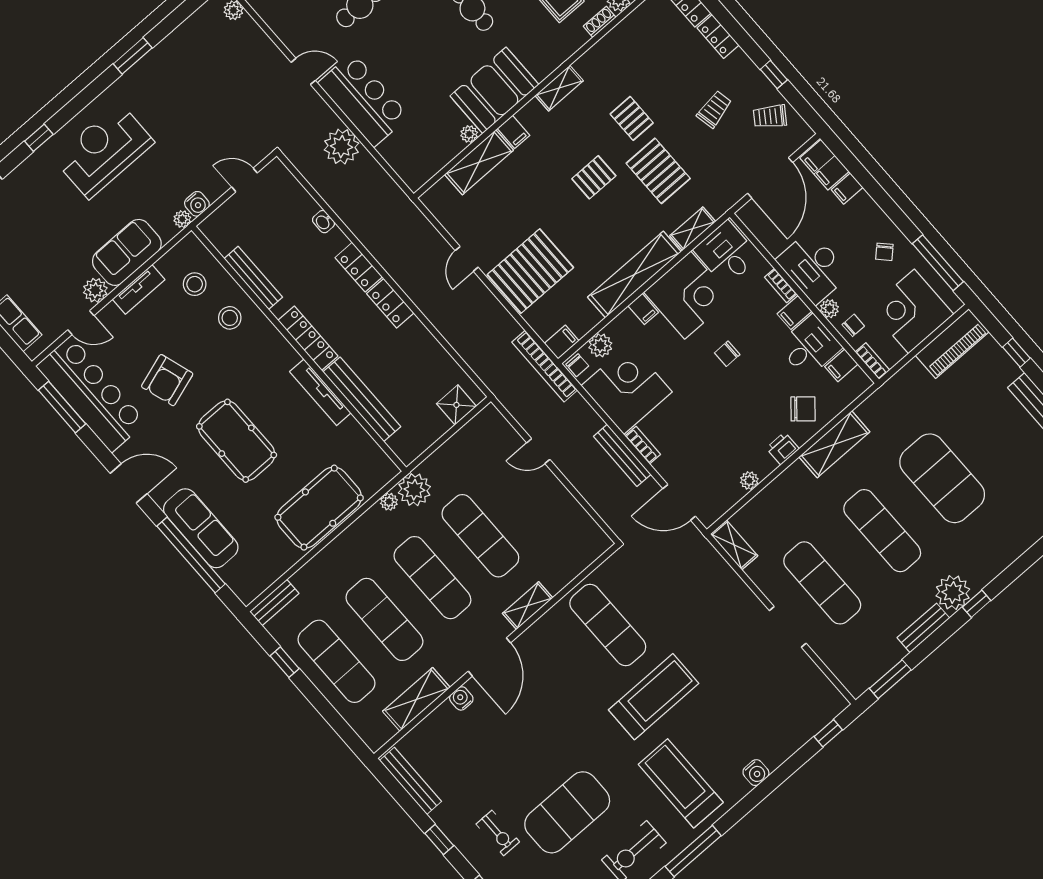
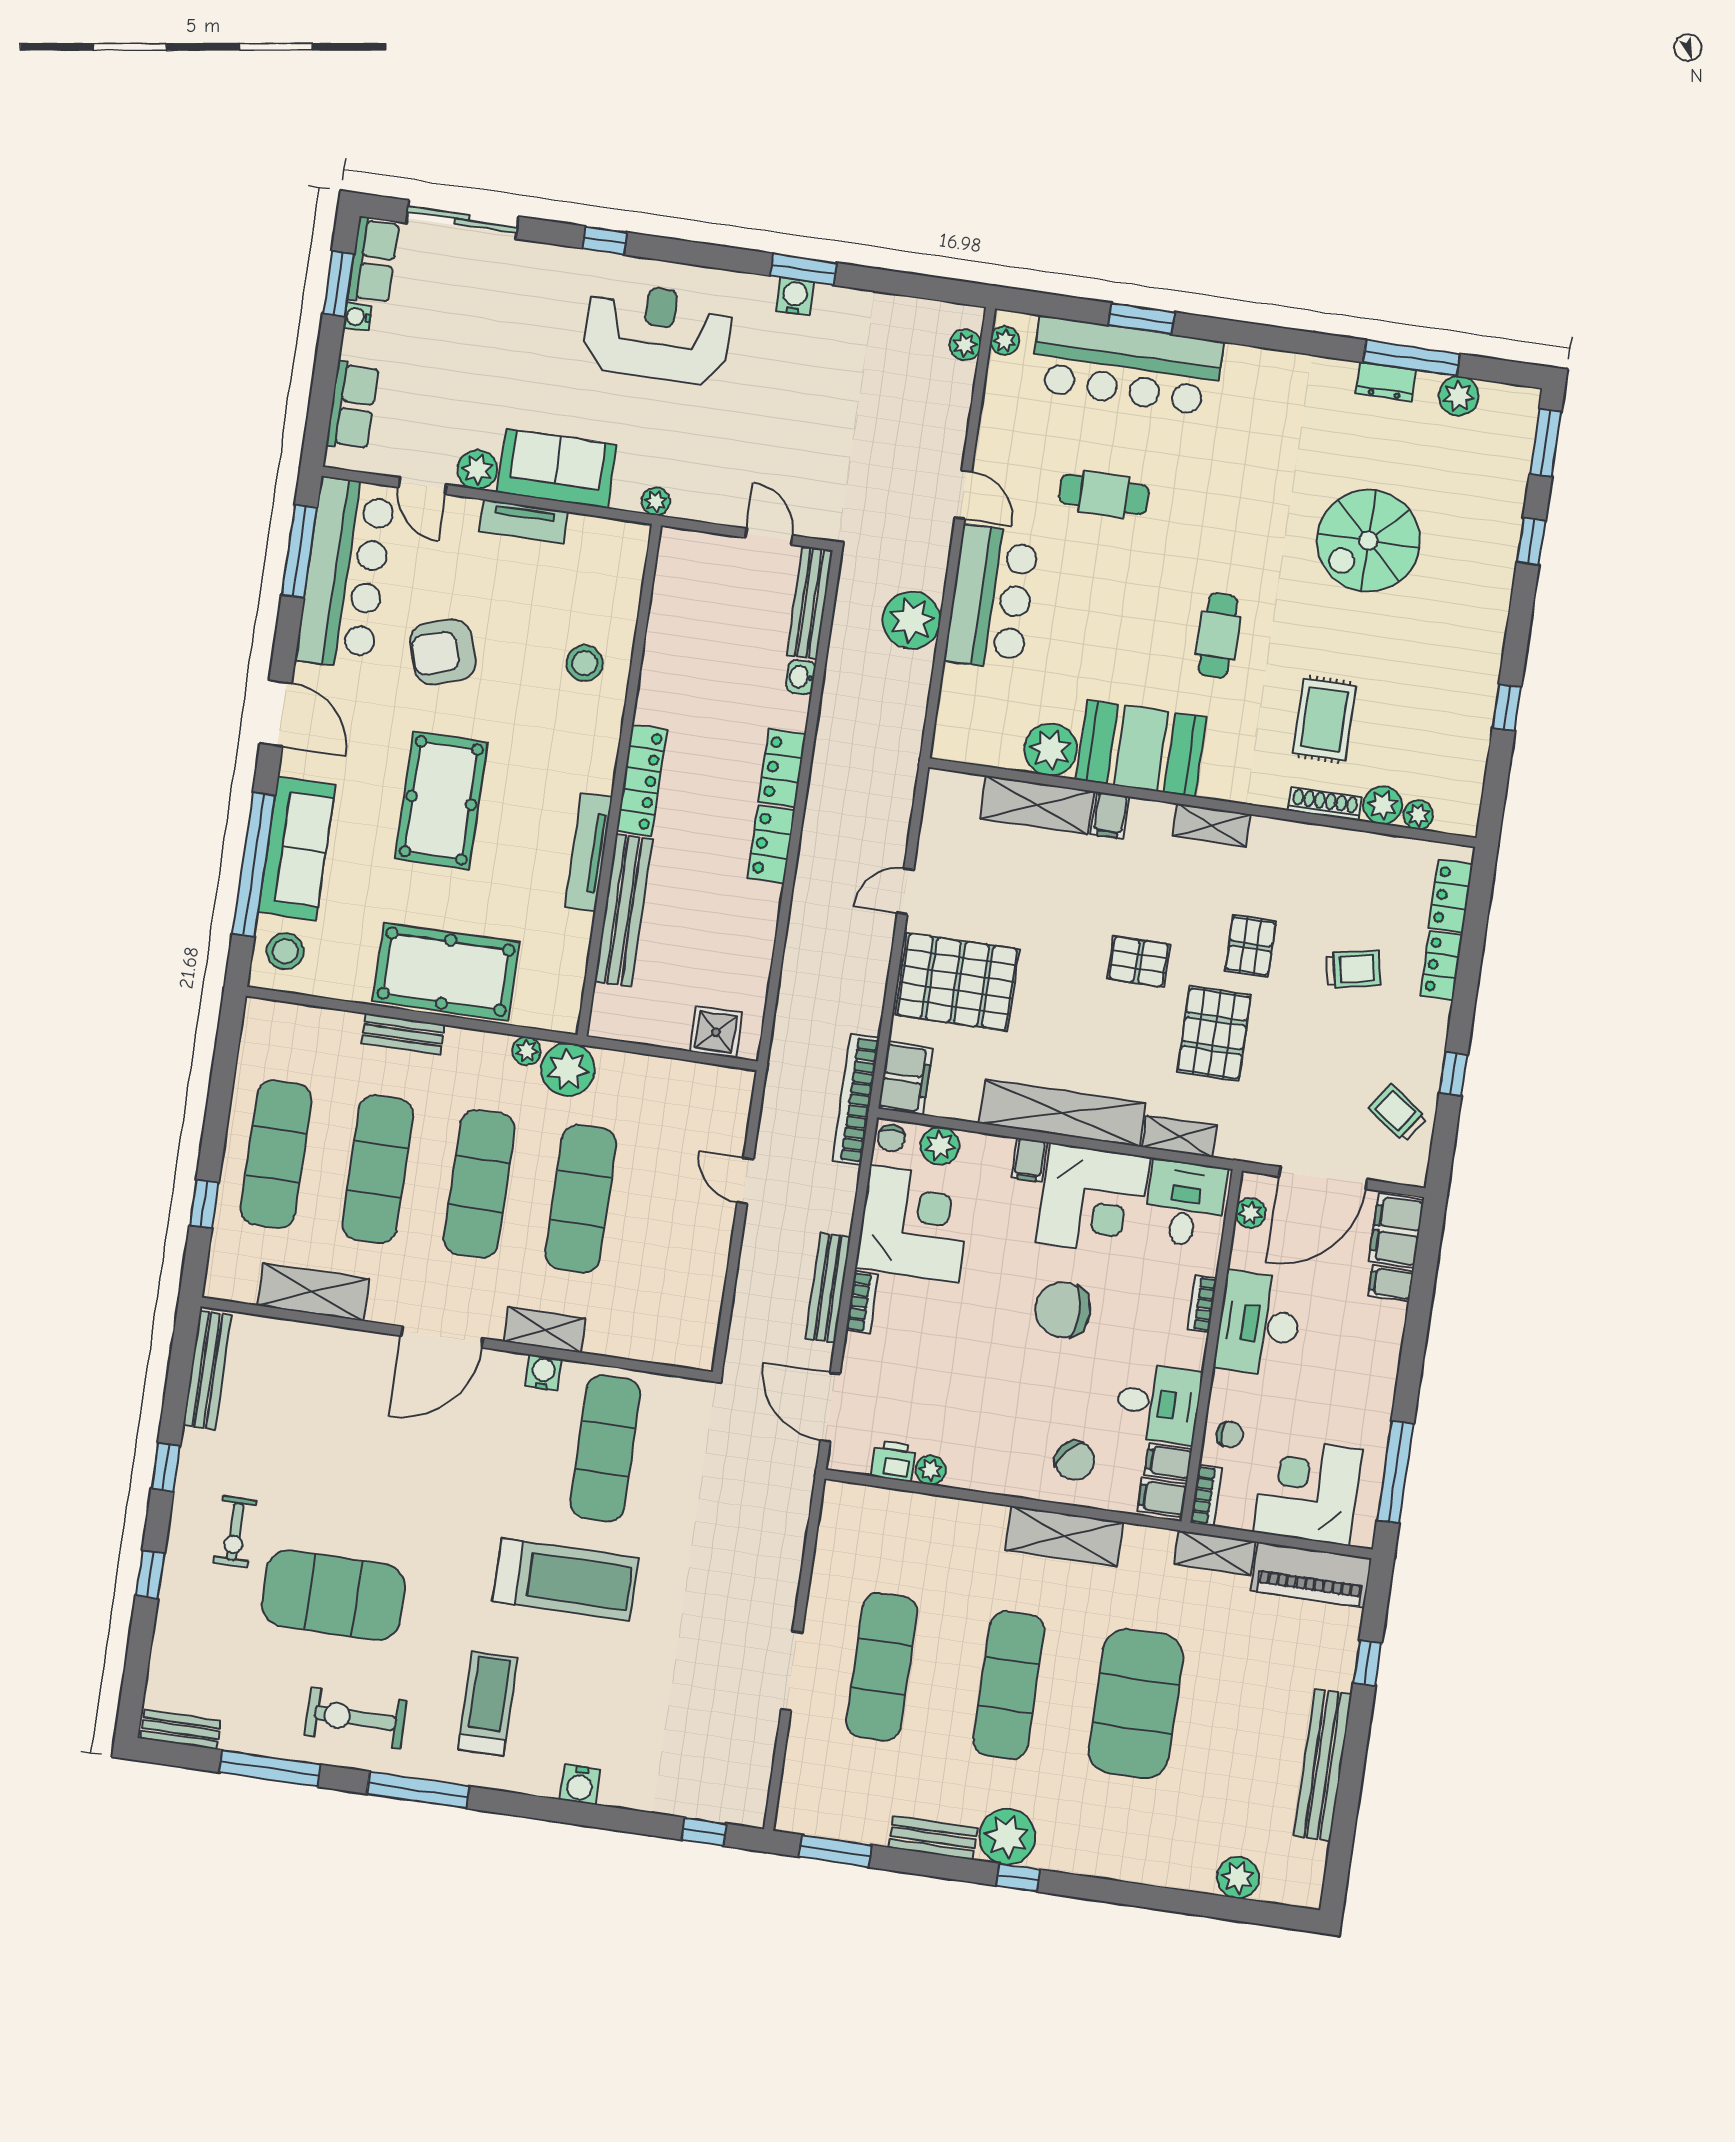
shoe rack: (600, 22) -> (1325, 804), width x1.43
trolley: (714, 109) -> (1353, 969), moved
plant: (469, 134) -> (1051, 750), width x1.87, depth x1.87
water cooler: (197, 204) -> (795, 296), moved, turned 180
chair: (884, 252) -> (1352, 1395), removed
bench: (253, 278) -> (810, 603), moved
stool: (195, 284) -> (285, 951), moved
plant: (829, 309) -> (1251, 1213), moved
filing cabinet: (794, 312) -> (1162, 1498), moved
filing cabinet: (562, 342) -> (906, 1078), width x2.00
chair: (727, 354) -> (1063, 1310), width x1.87, depth x1.87
printer: (783, 448) -> (894, 1461), moved
shelving: (734, 545) -> (1215, 1553), moved, turned 90
bench: (274, 603) -> (403, 1034), moved
window: (285, 662) -> (204, 1204), moved
water cooler: (461, 698) -> (543, 1373), moved
treadmill: (681, 783) -> (488, 1704), width x0.73, depth x0.73

